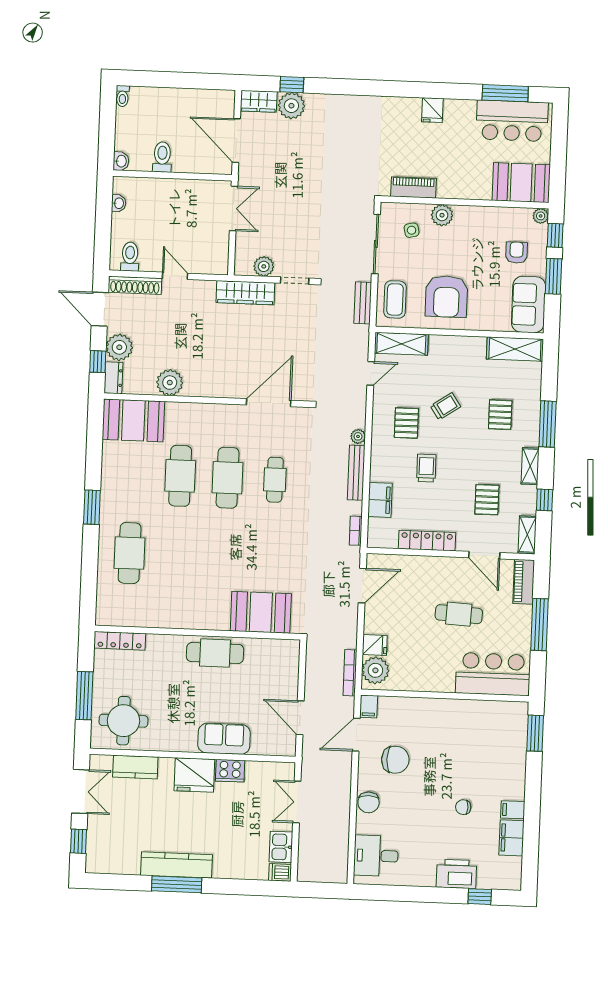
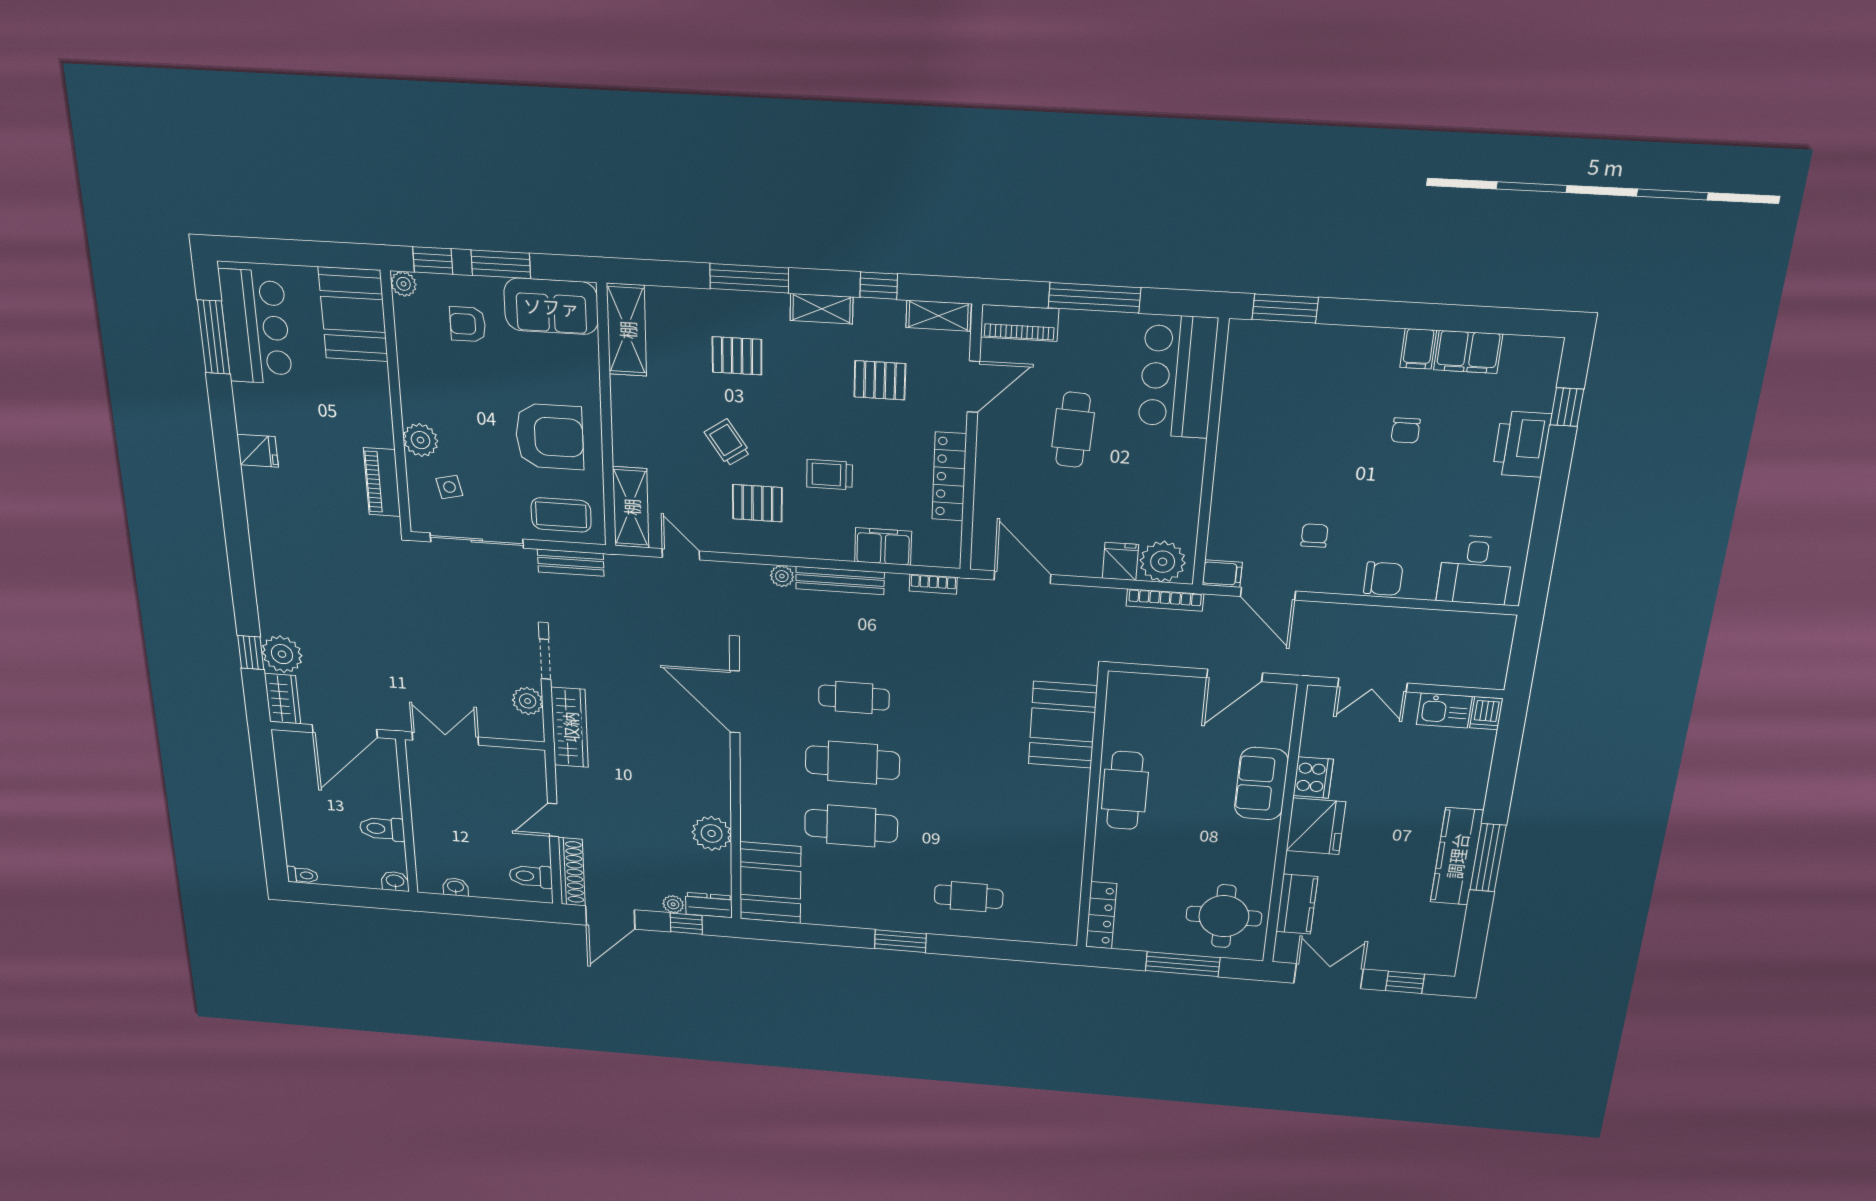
plant: (119, 347) -> (673, 904), width x0.53, depth x0.53
cafe table: (130, 553) -> (969, 897), width x0.73, depth x0.74
chair: (395, 760) -> (1314, 536), width x0.54, depth x0.54

